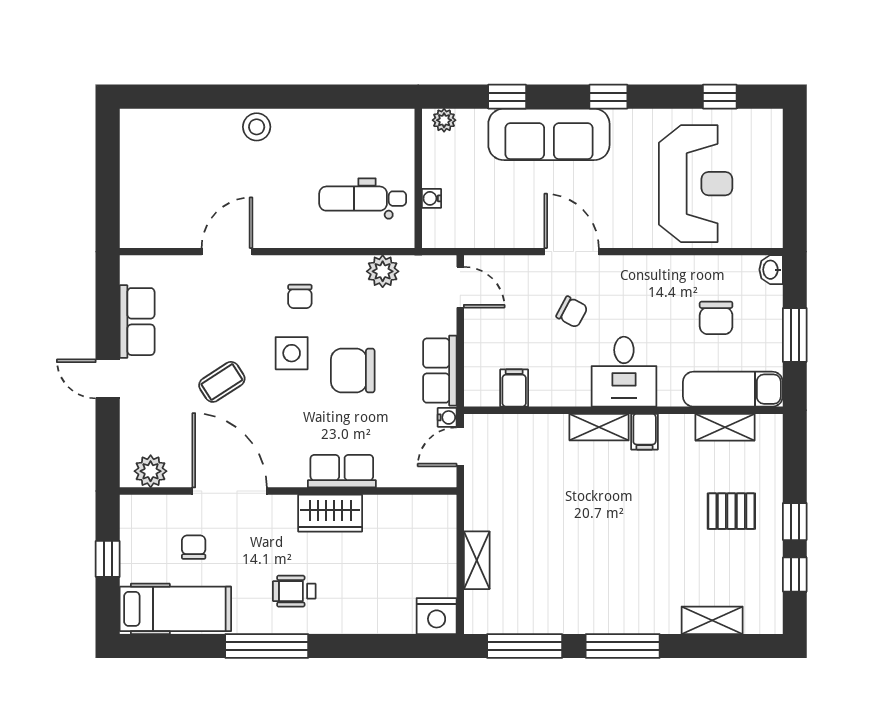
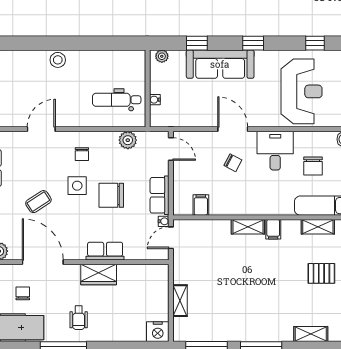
desk: (624, 372) -> (275, 151), moved, turned 180
wheelchair: (294, 591) -> (79, 318), turned -90

